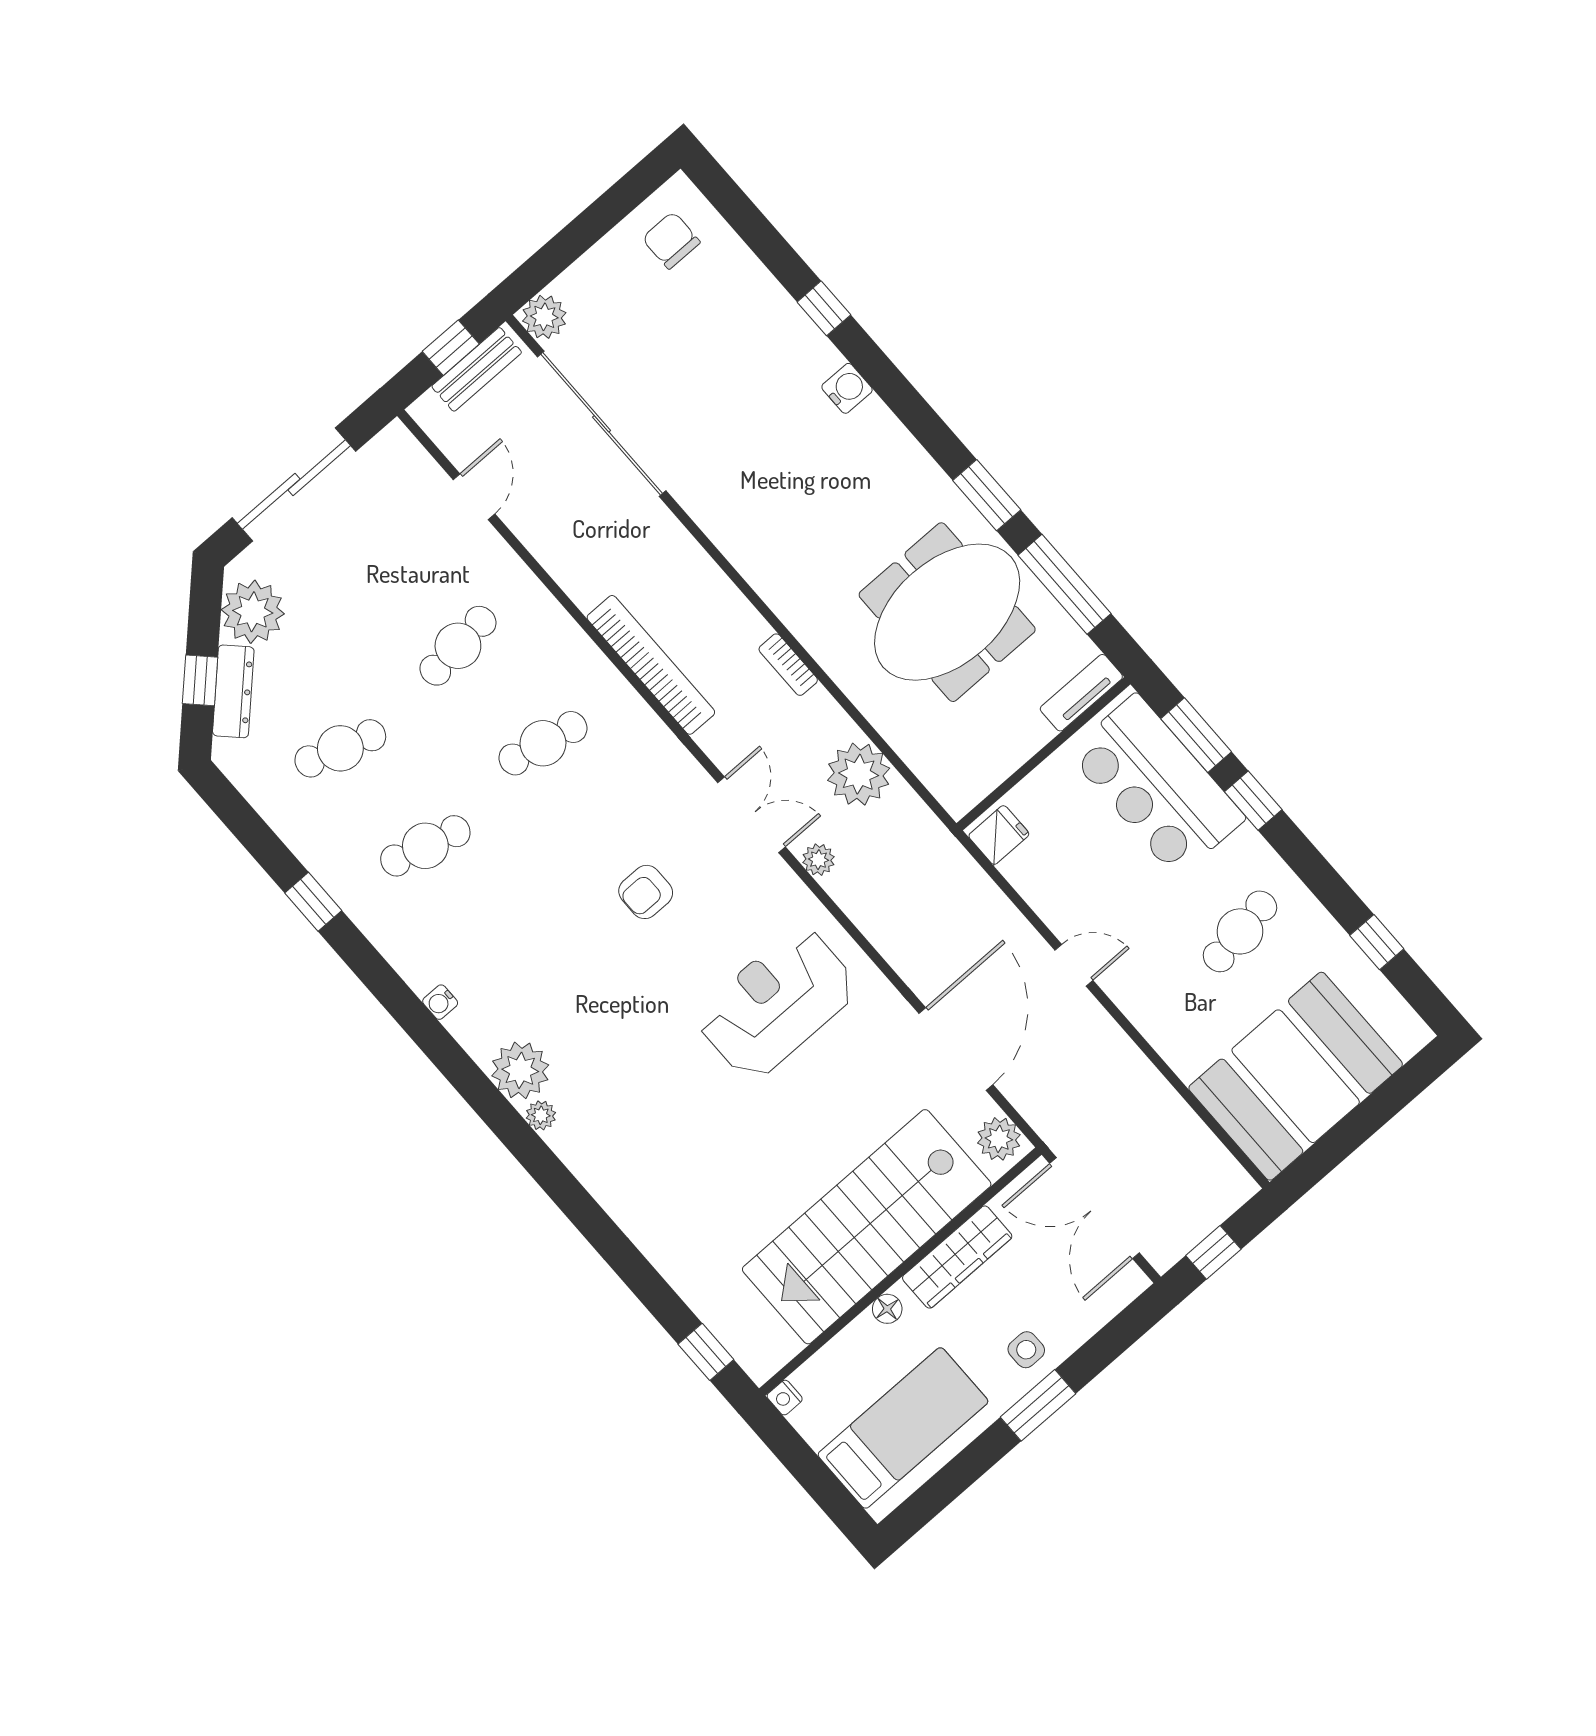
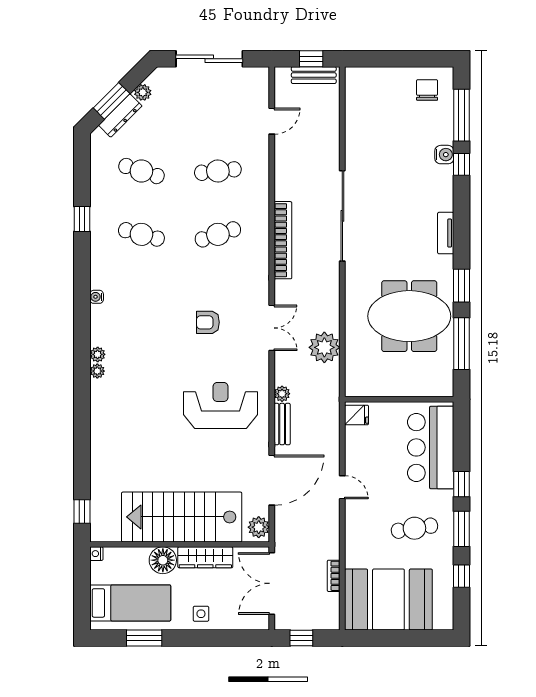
window: (758, 233) -> (461, 115), added
plant: (544, 317) -> (356, 77), removed
water cooler: (847, 388) -> (444, 155), moved
sliding door: (602, 424) -> (342, 216), moved
plant: (253, 612) -> (143, 92), width x0.53, depth x0.53
bookcase: (788, 665) -> (334, 576), moved
window: (200, 680) -> (112, 101), width x1.50
tv unit: (1081, 693) -> (446, 233), moved, turned -90
window: (1196, 735) -> (461, 529), moved
cafe table: (543, 743) -> (218, 234), turned -30
plant: (818, 860) -> (282, 394), moved
bench: (896, 949) -> (282, 424), added
plant: (520, 1070) -> (98, 354), width x0.53, depth x0.53
floor lamp: (887, 1309) -> (163, 560), width x1.89, depth x1.89
window: (1038, 1405) -> (144, 638), moved

